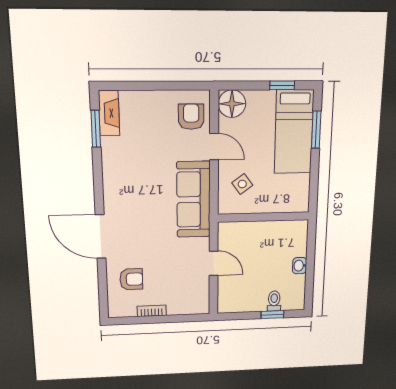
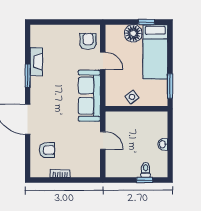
floor lamp: (232, 104) -> (133, 33), moved
fireplace: (109, 113) -> (36, 62), moved
window: (96, 129) -> (28, 76), moved
window: (316, 130) -> (170, 86), moved
side table: (242, 184) -> (132, 97), moved

